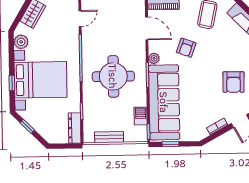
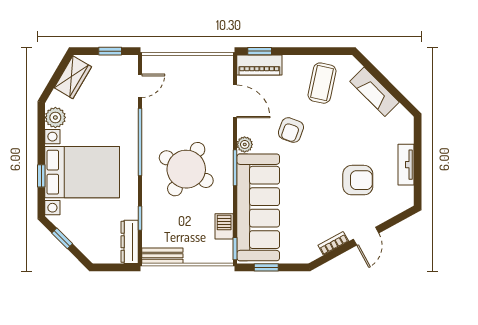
round table: (113, 76) -> (186, 169), turned 30
armchair: (234, 82) -> (358, 180), turned -91
bench: (109, 137) -> (162, 256), moved

